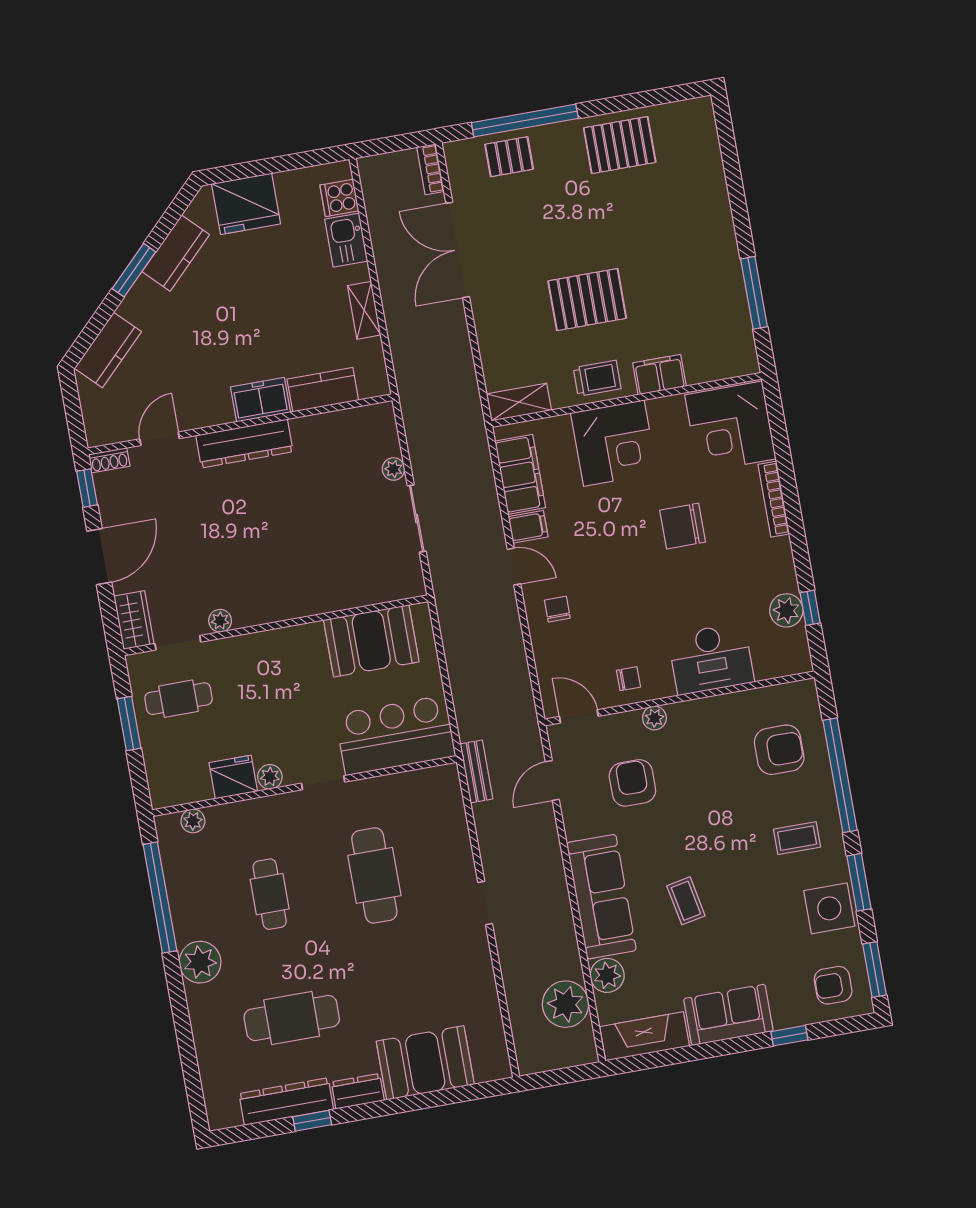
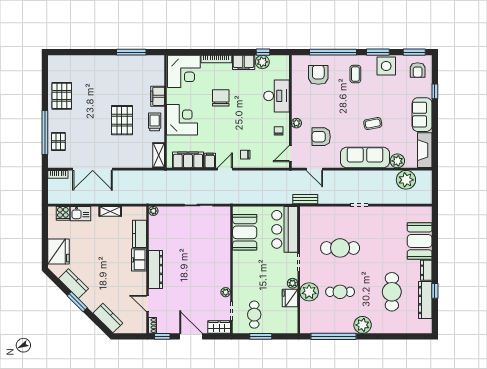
plant: (393, 469) -> (153, 211), moved
chair: (683, 526) -> (221, 98), turned 180
filing cabinet: (777, 566) -> (244, 62), added
plant: (193, 821) -> (309, 292), moved, width x1.87, depth x1.87

